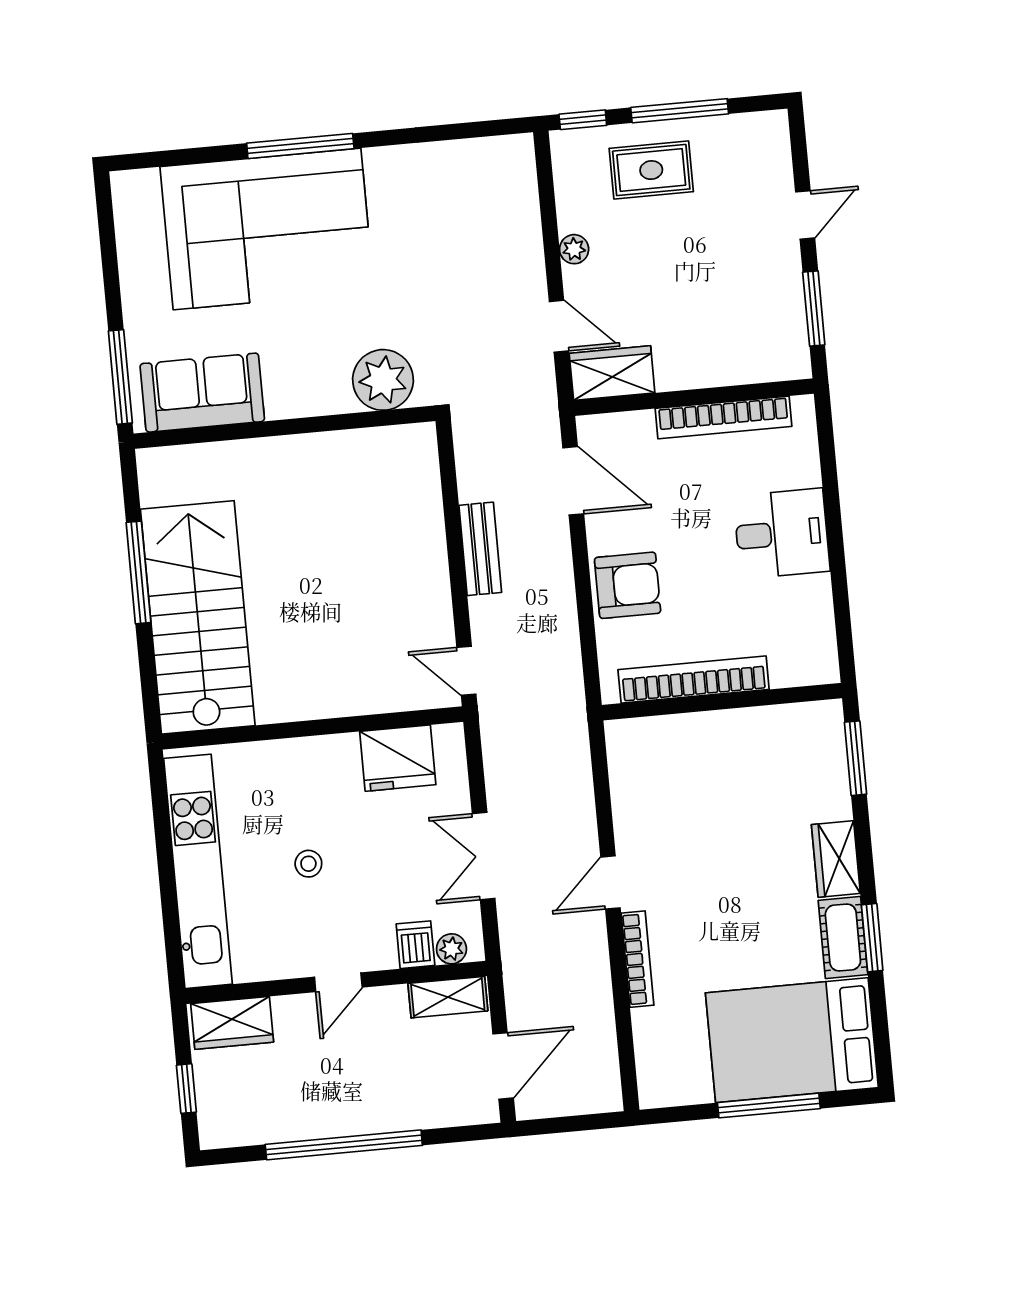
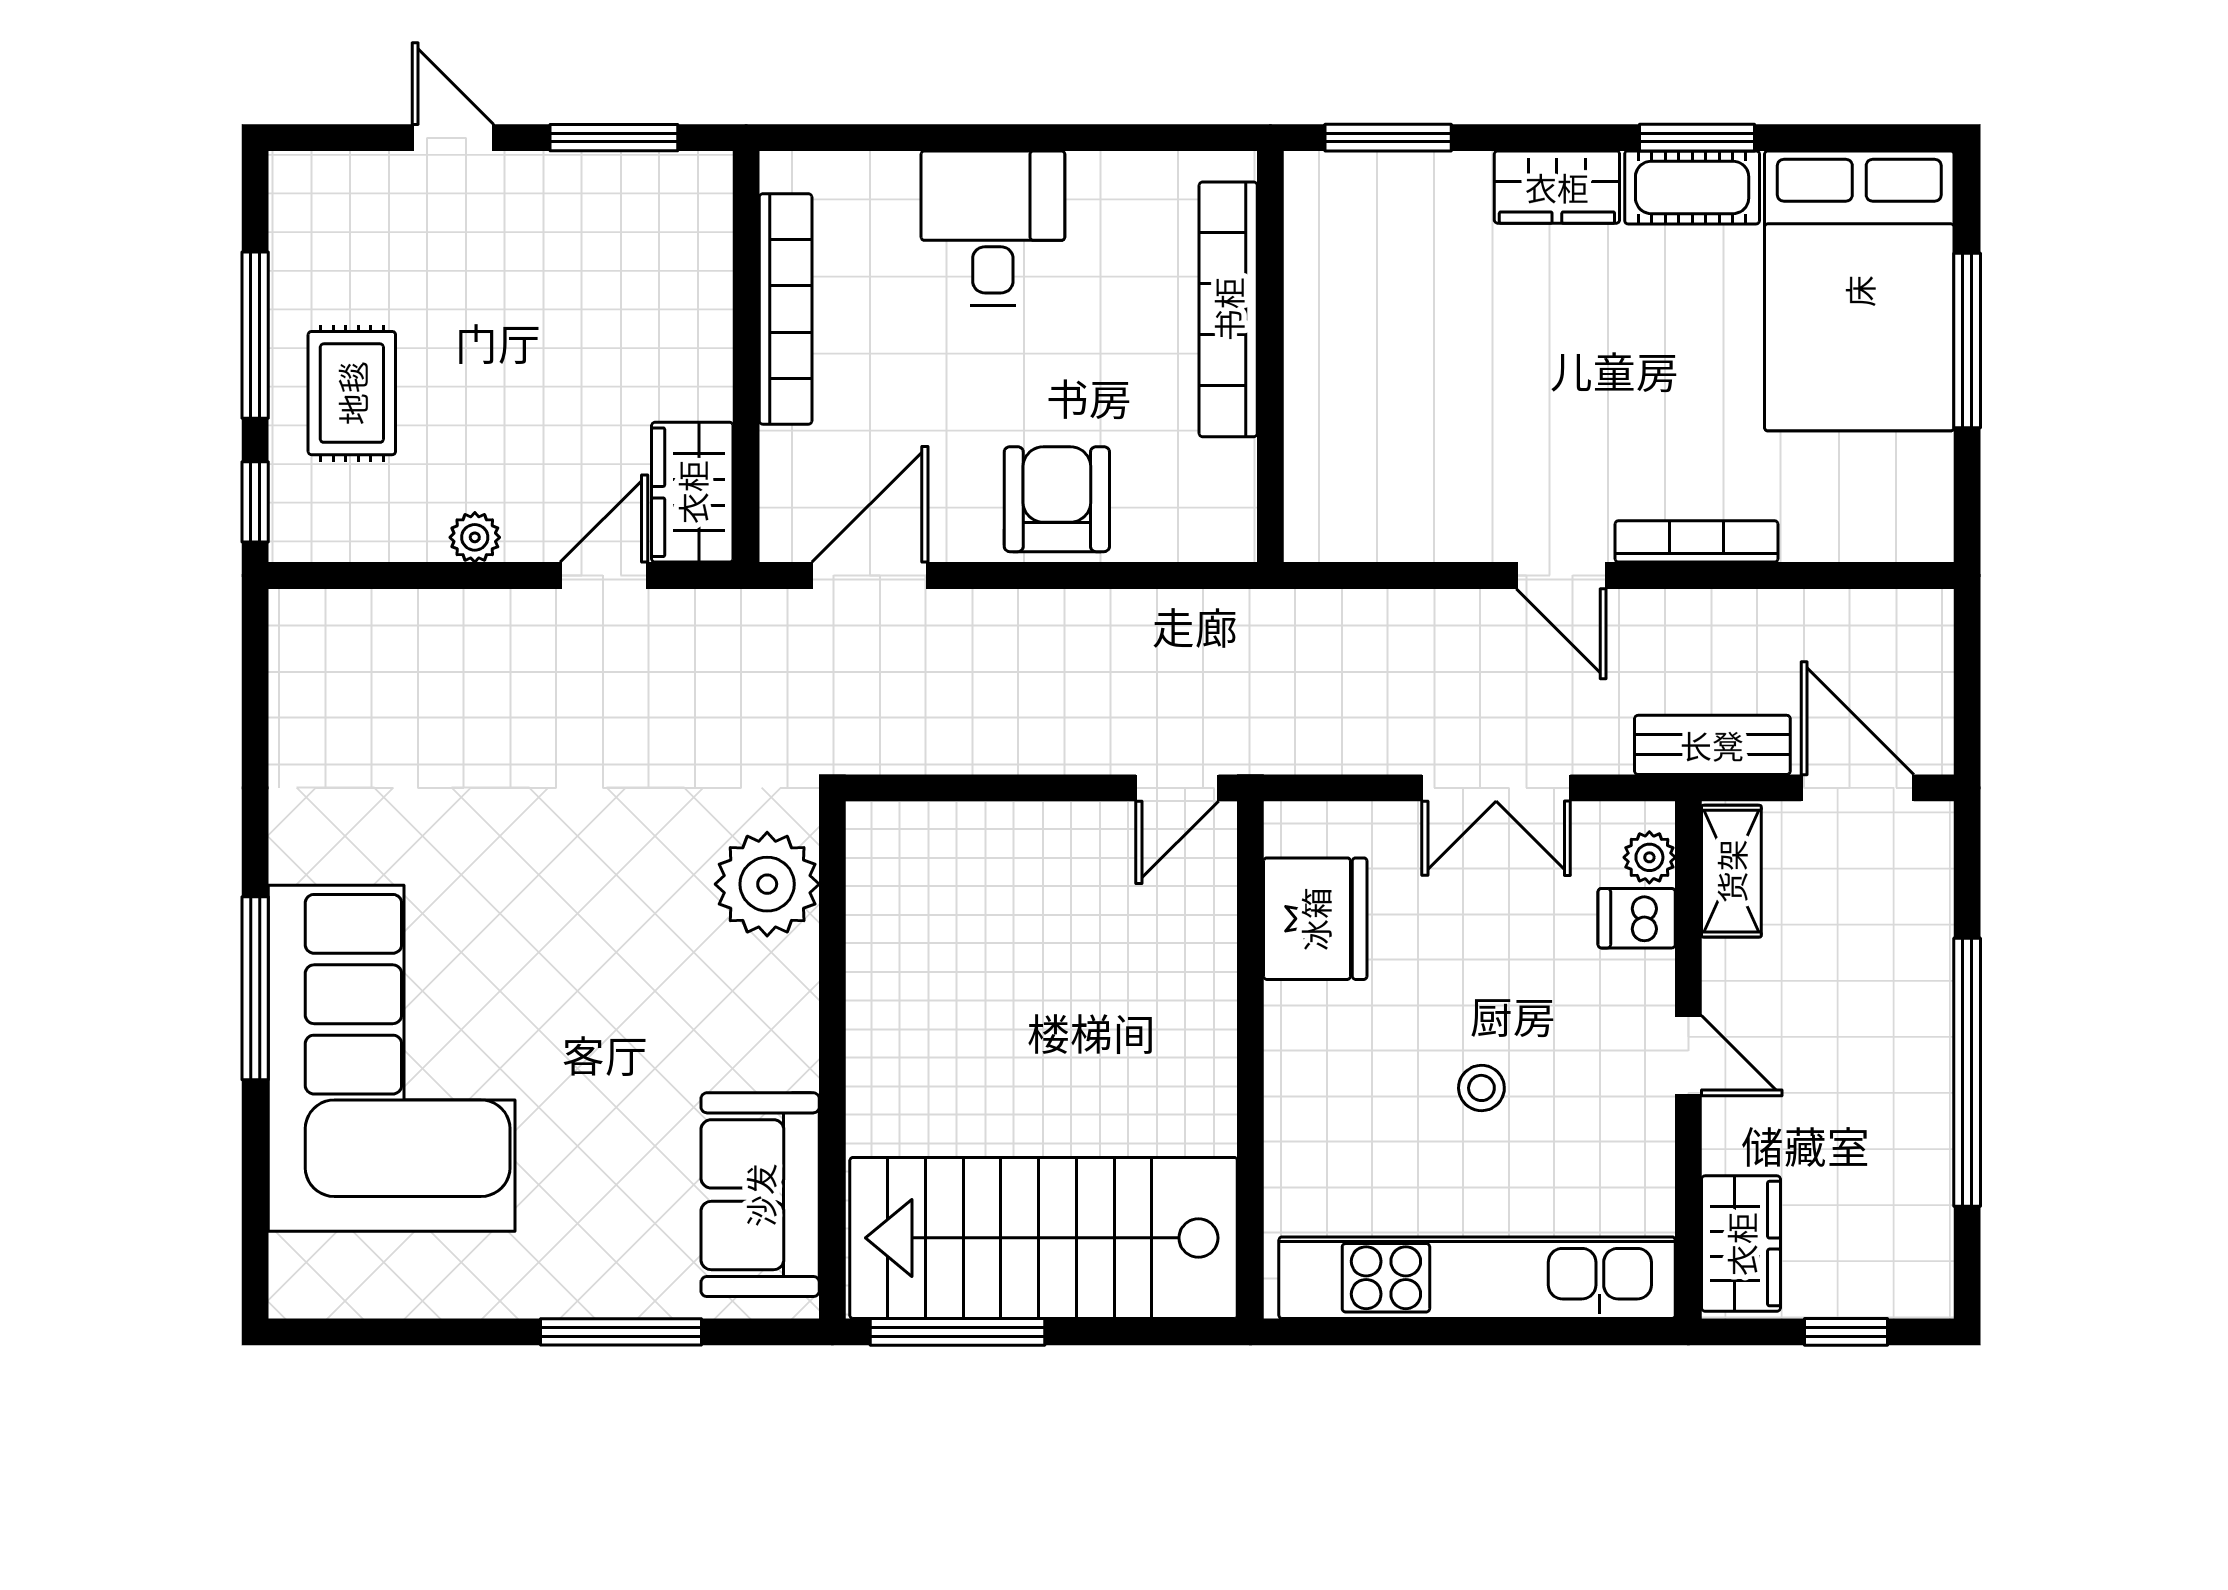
plant: (383, 380) -> (767, 884), moved
sofa: (202, 393) -> (760, 1195), moved
wall: (284, 427) -> (832, 1060), moved
bench: (480, 549) -> (1712, 745), moved
bookcase: (694, 680) -> (1228, 309), moved

